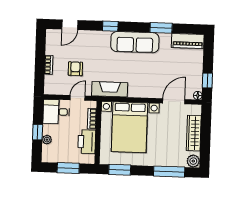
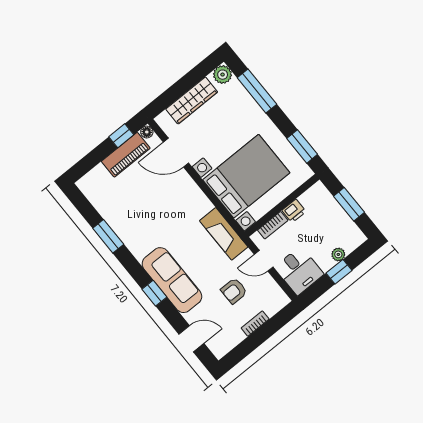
piano: (188, 41) -> (126, 155), moved, turned 90
sofa: (135, 42) -> (172, 280), moved
printer: (87, 142) -> (294, 211), width x0.53, depth x0.68

